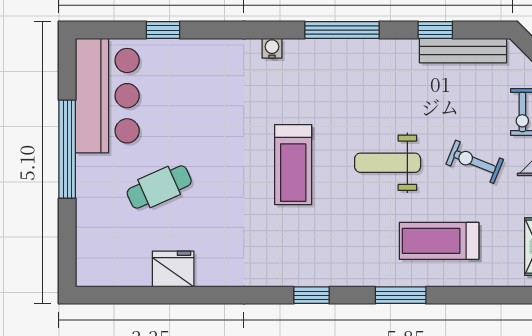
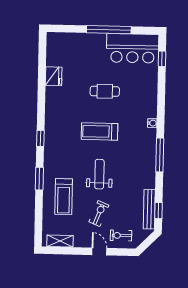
window: (163, 30) -> (162, 59), moved
window: (435, 30) -> (159, 210), moved
cafe table: (159, 187) -> (105, 91), moved, turned -66
treadmill: (439, 241) -> (64, 197), turned 180

